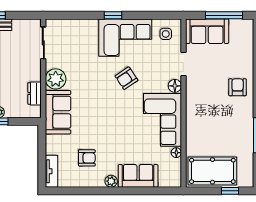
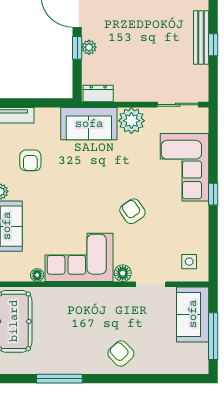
corner sofa: (125, 38) -> (184, 167), moved
armchair: (238, 87) -> (121, 353), turned -133
dresser: (35, 93) -> (98, 94), moved

